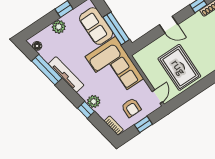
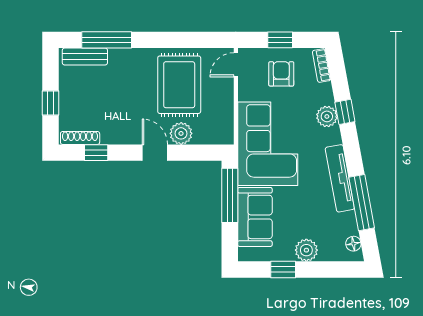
plant: (162, 43) -> (181, 133), added

